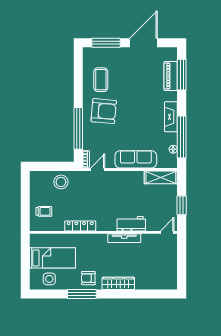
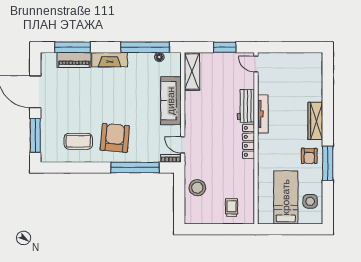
fireplace: (171, 117) -> (110, 60), moved
locker: (80, 226) -> (249, 141), moved

